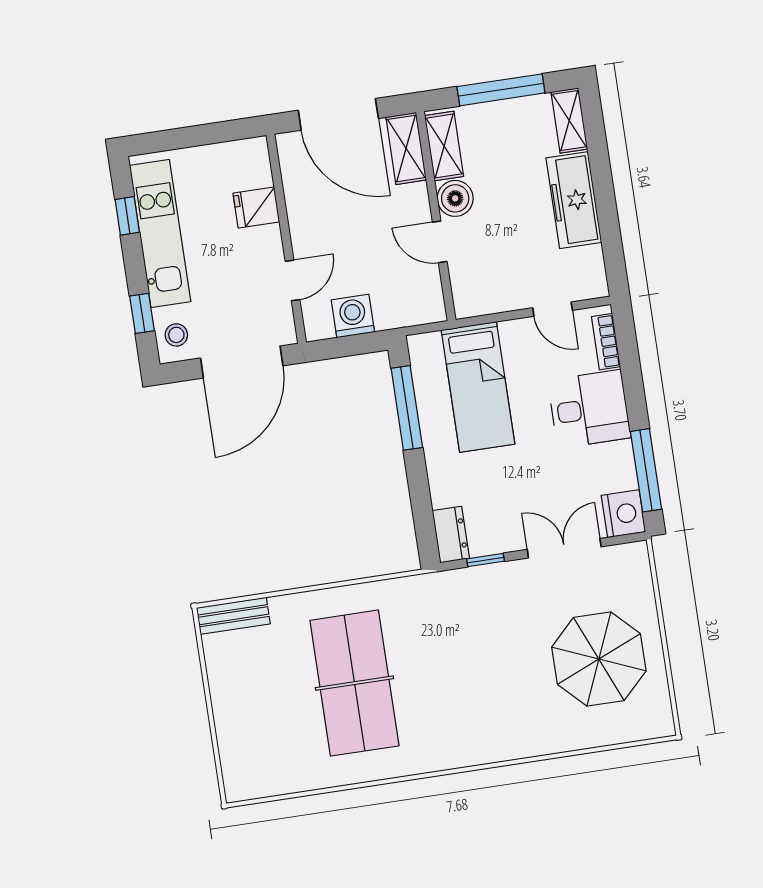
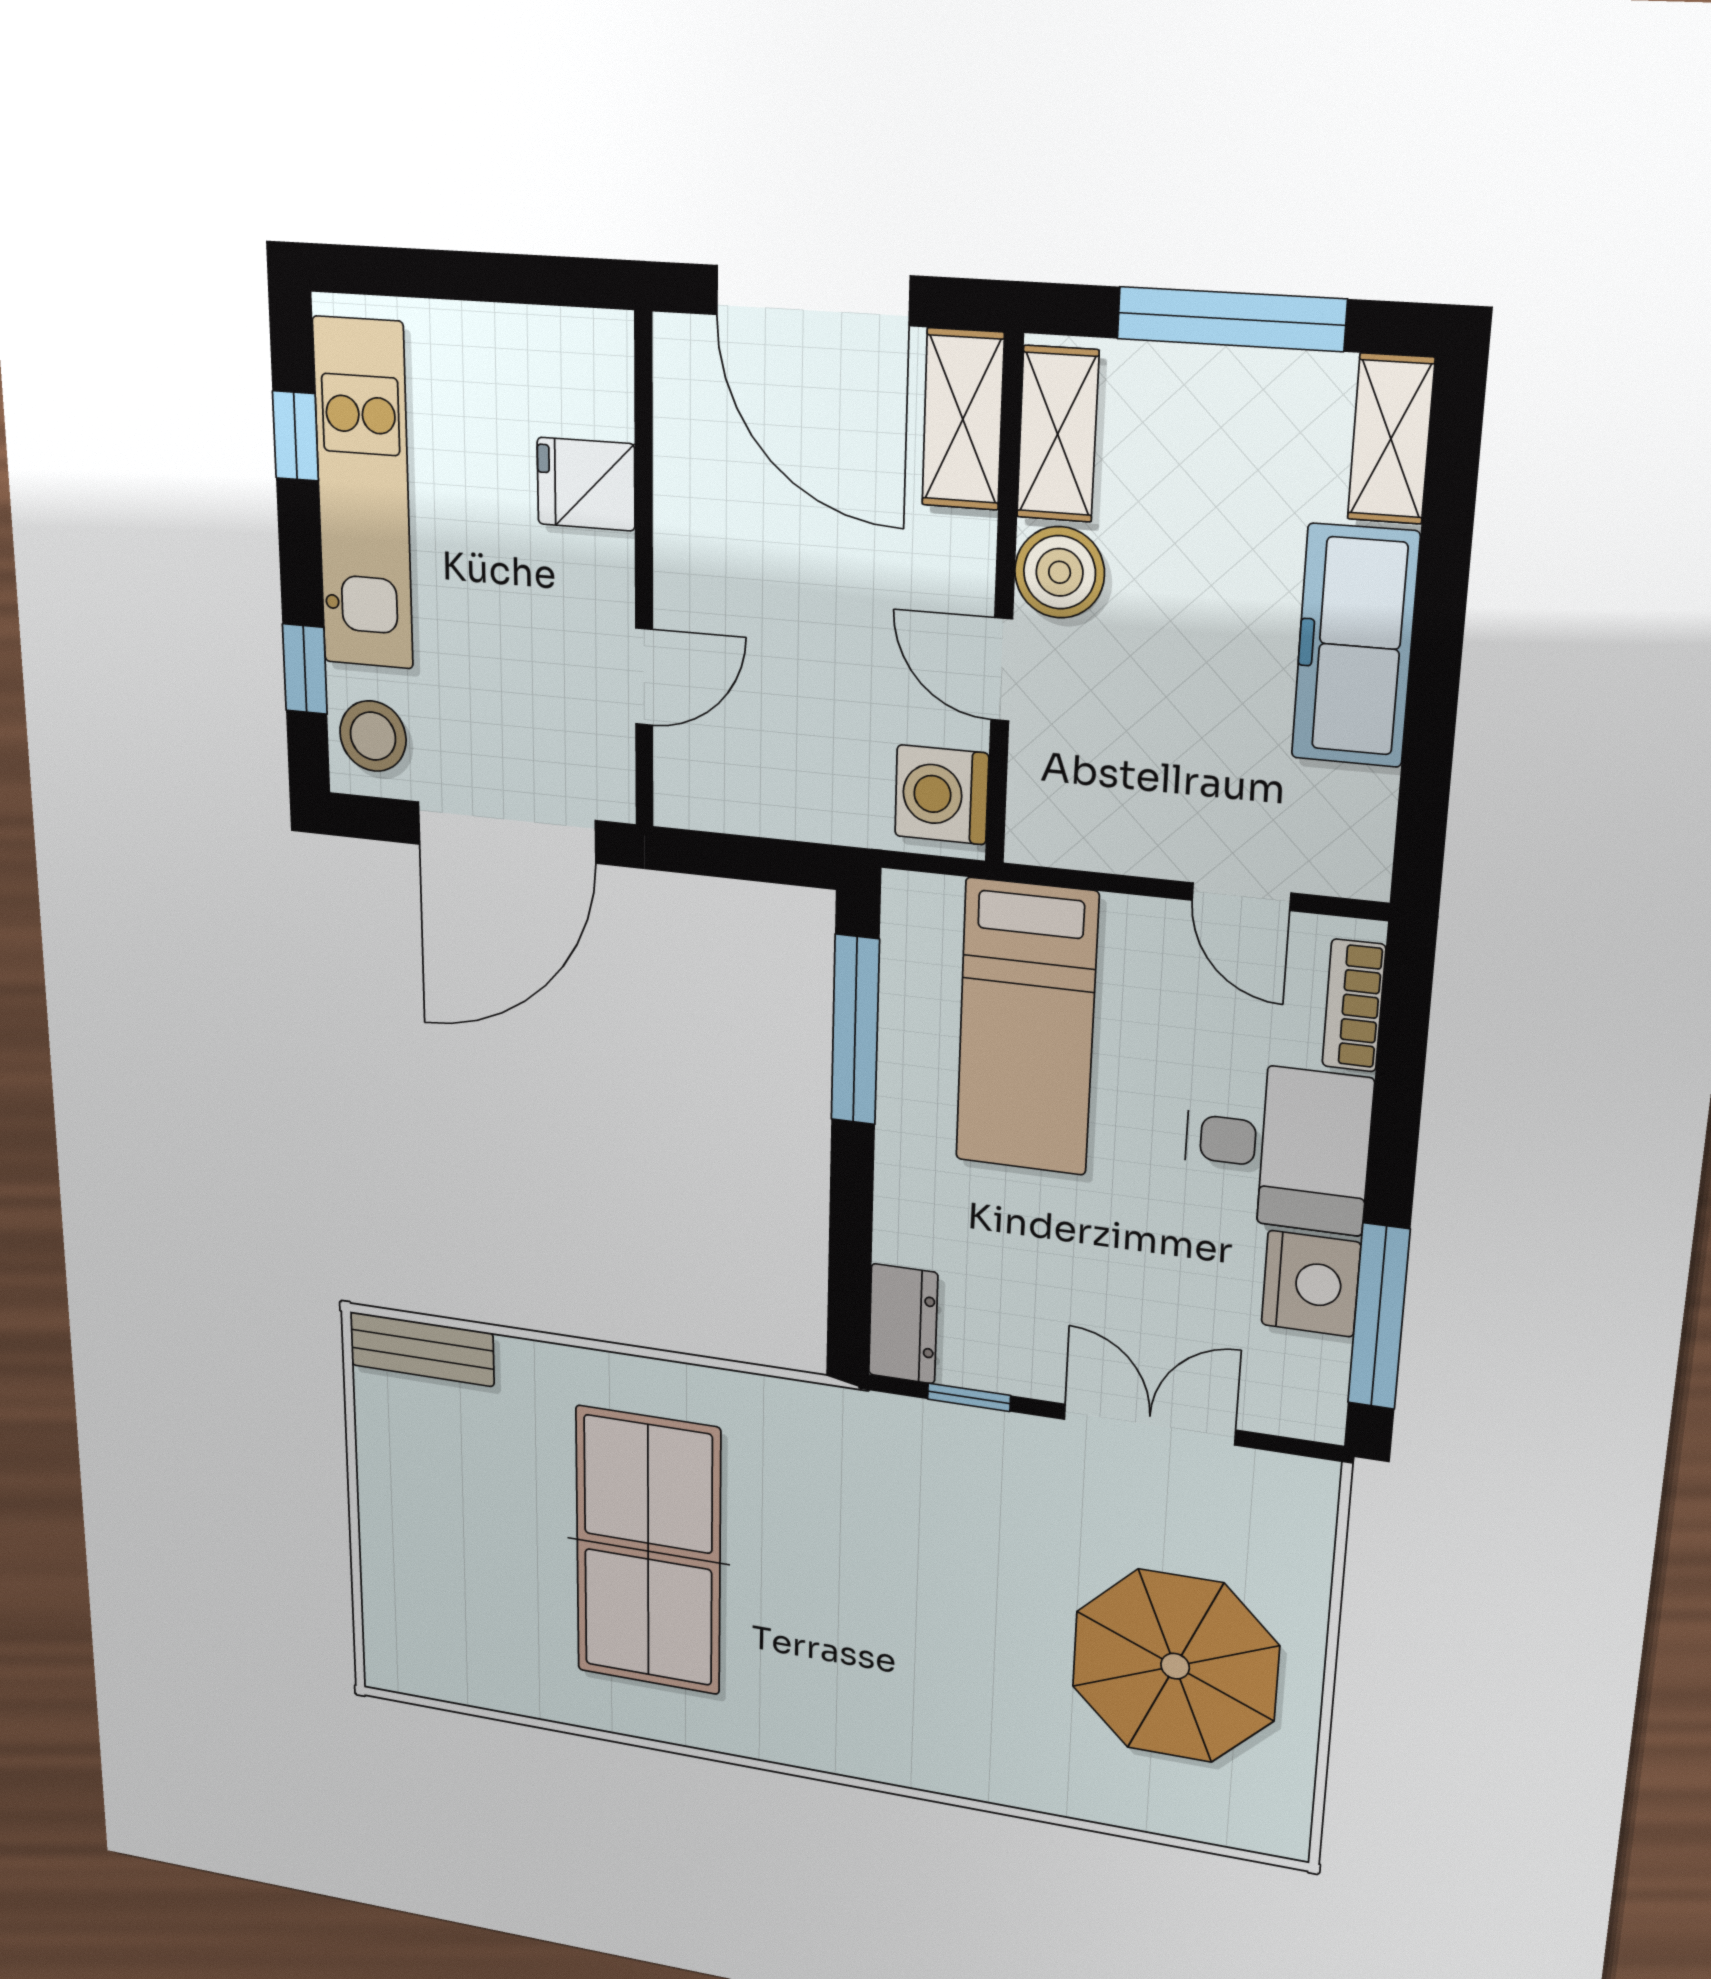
washing machine: (353, 316) -> (942, 795), moved, turned -90
stool: (176, 335) -> (373, 736), width x1.37, depth x1.37
nightstand: (623, 514) -> (1311, 1284), moved

